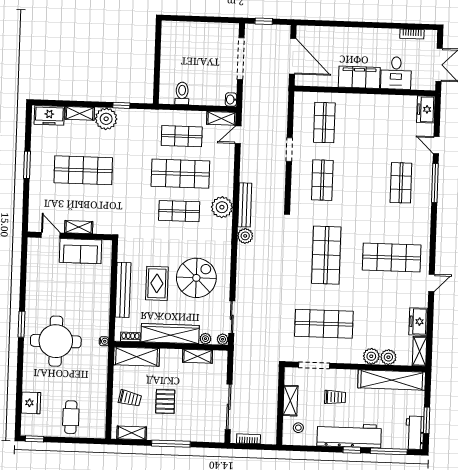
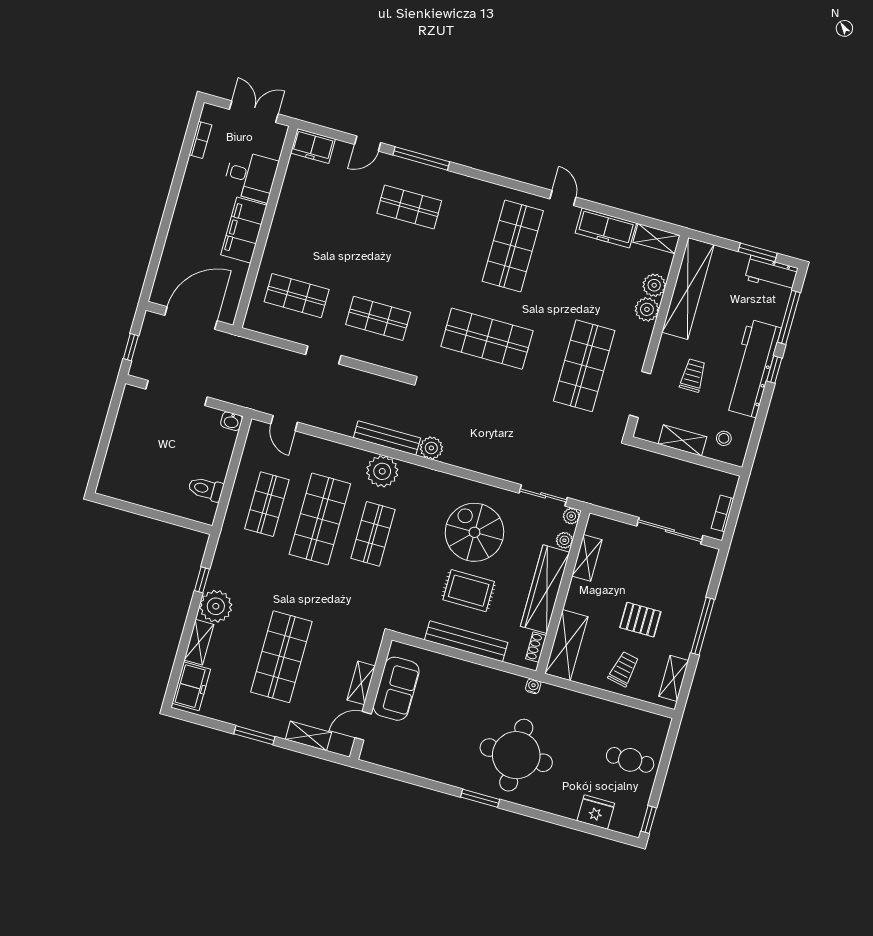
shelving: (221, 118) -> (308, 736), moved, turned 90
freezer: (418, 322) -> (606, 228), width x1.40

